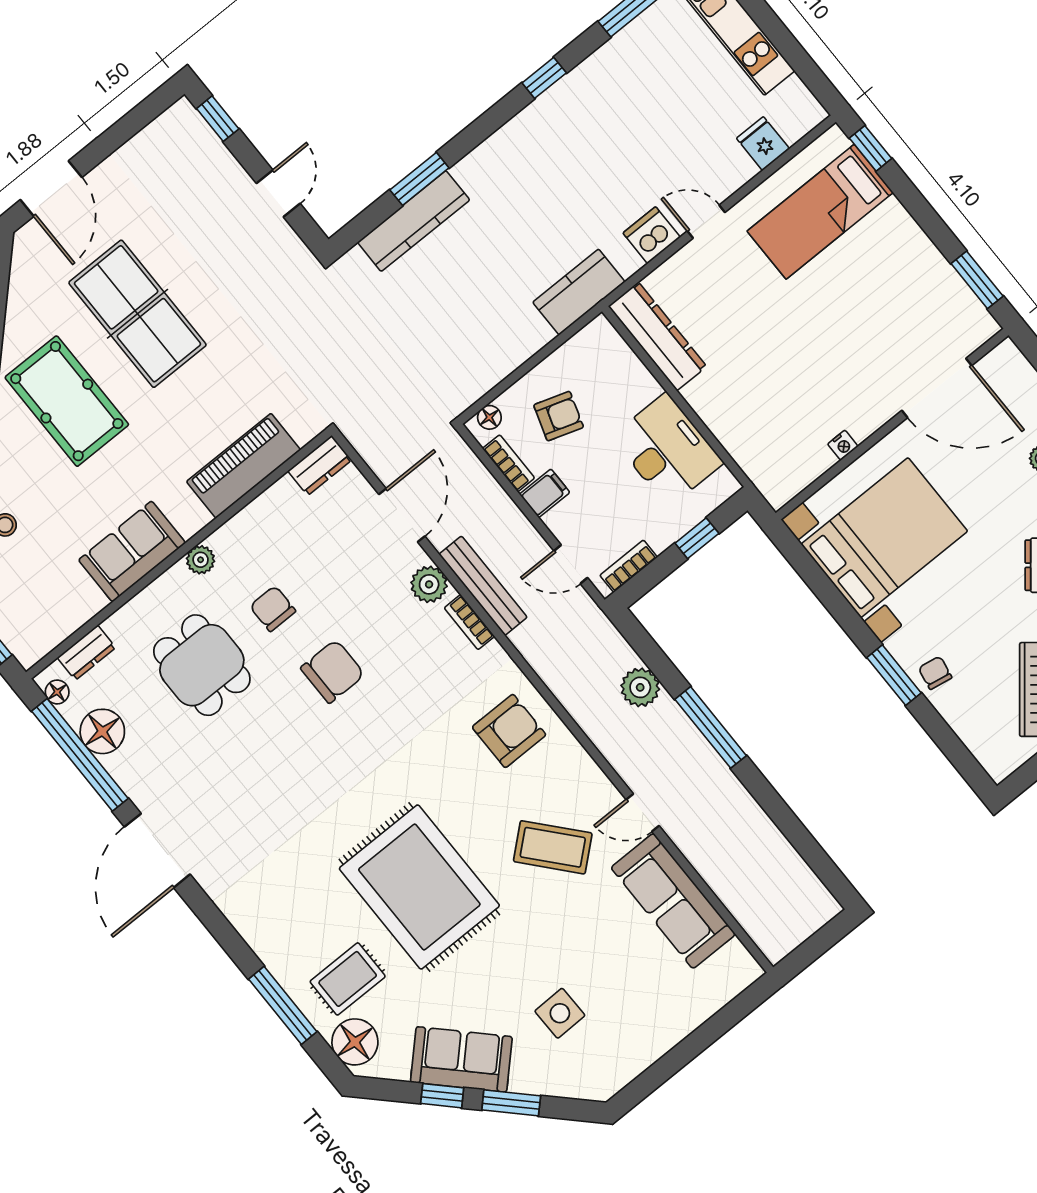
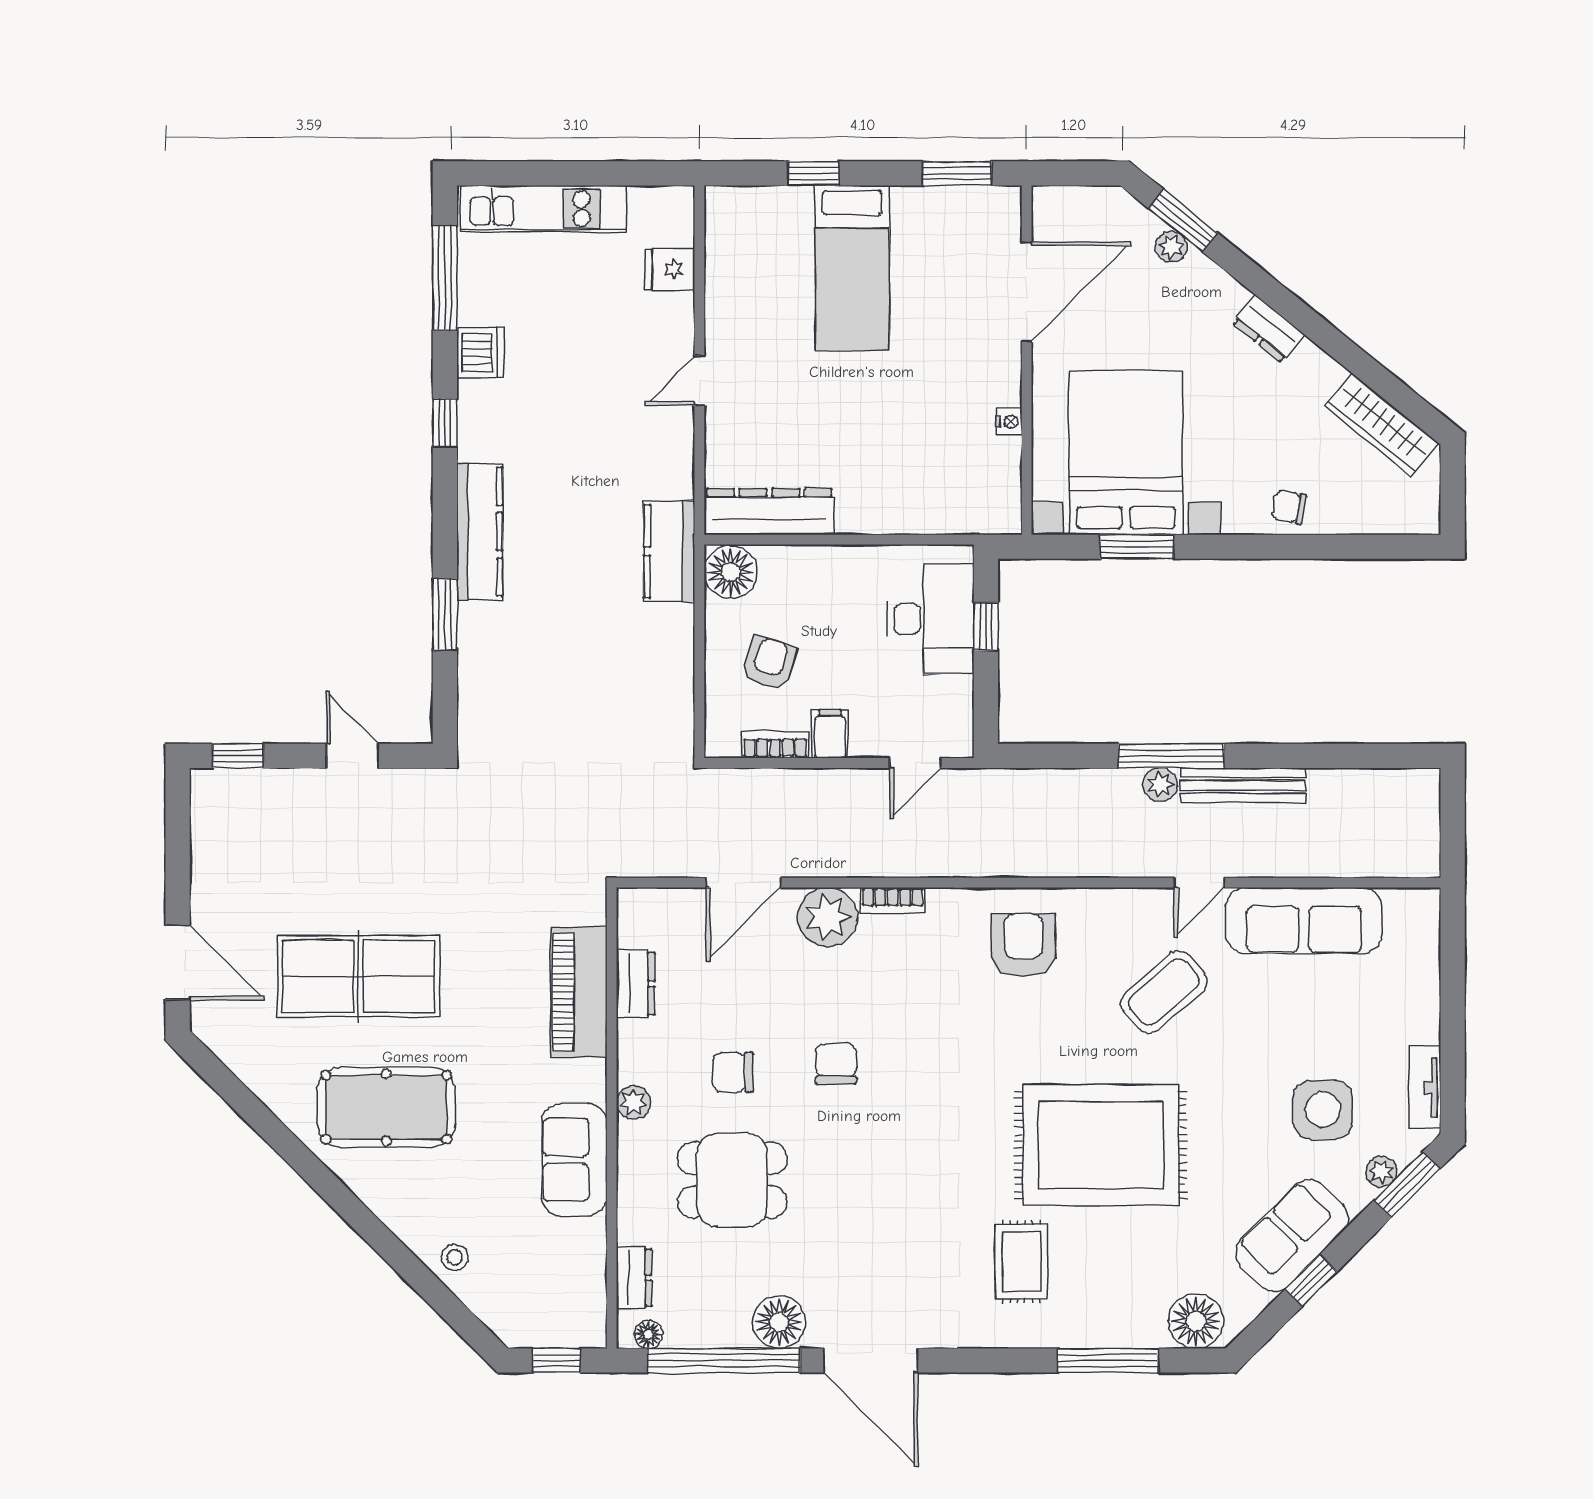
window: (870, 148) -> (814, 173), moved
bed: (820, 212) -> (852, 268), moved
kitchen counter: (414, 221) -> (480, 532), moved
dishwasher: (652, 235) -> (481, 353), moved, turned 180
floor lamp: (489, 417) -> (731, 572), moved, width x1.89, depth x1.89
desk: (667, 450) -> (931, 619), moved, turned 90
dresser: (320, 466) -> (636, 984), moved
door: (402, 515) -> (743, 883), swing flipped
bookcase: (629, 566) -> (960, 711), removed
plant: (429, 584) -> (828, 917), width x1.36, depth x1.36
bench: (483, 586) -> (1243, 785), moved
chair: (333, 671) -> (836, 1064), width x0.73, depth x0.73
window: (894, 675) -> (1137, 547), moved
plant: (640, 687) -> (1160, 785), moved, width x0.73, depth x0.73
floor lamp: (102, 731) -> (779, 1322), moved
rug: (348, 979) -> (1021, 1262), moved
side table: (560, 1013) -> (1323, 1110), width x1.37, depth x1.37
tv unit: (628, 1068) -> (1425, 1087), added
plant: (550, 1084) -> (1381, 1172), added
window: (511, 1103) -> (1407, 1185), moved

